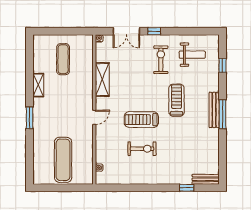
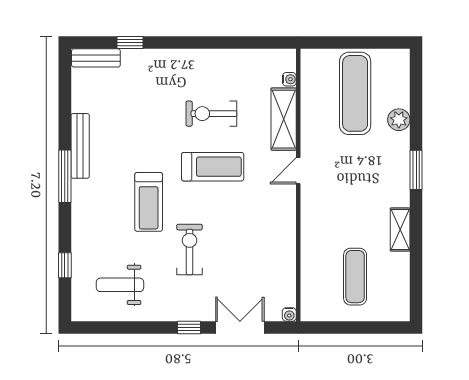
exercise bike: (161, 60) -> (189, 249), moved, turned 180
shelving: (102, 80) -> (284, 119), moved
bench: (214, 110) -> (80, 146), moved
plant: (39, 145) -> (399, 120), added

